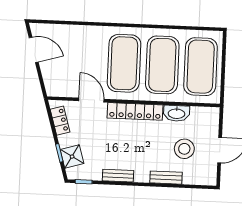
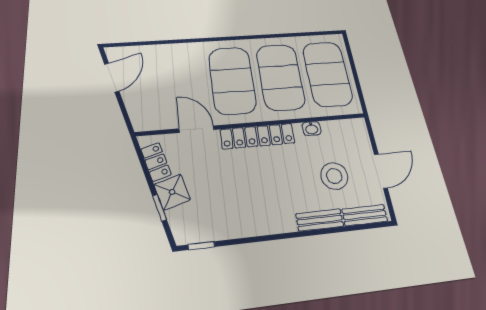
door: (34, 50) -> (112, 77), hinge flipped
washbasin: (176, 113) -> (312, 129), width x0.52, depth x0.69
shower: (72, 157) -> (172, 192), moved
bench: (118, 176) -> (365, 215), moved

